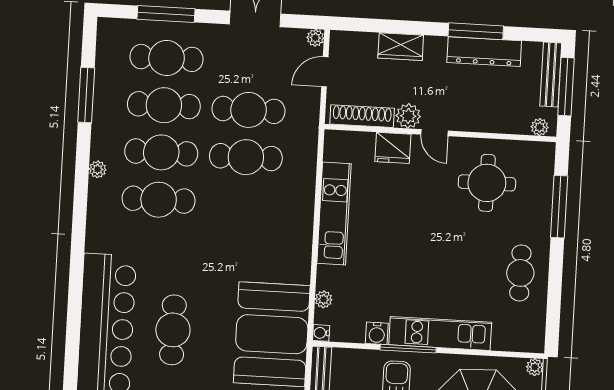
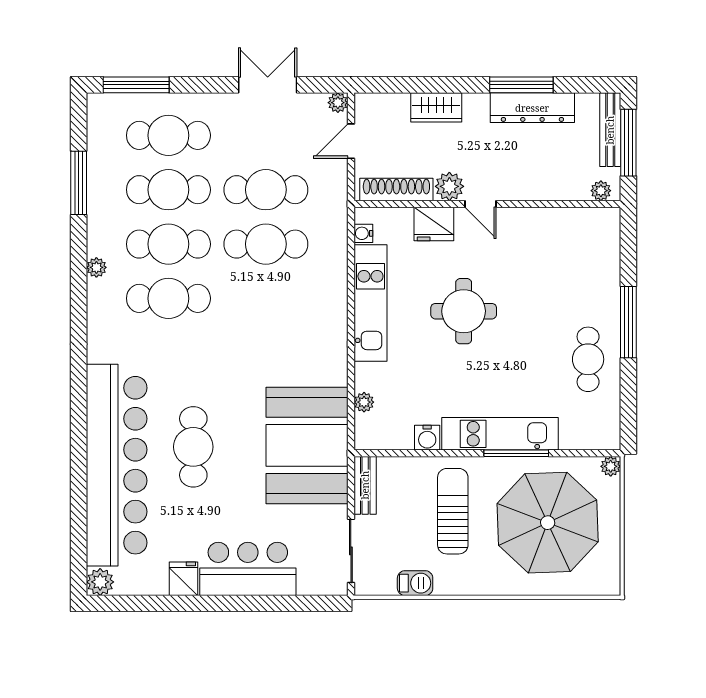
window: (166, 14) -> (136, 85), moved
round table: (487, 183) -> (464, 311), moved
window: (559, 207) -> (628, 322), moved
water cooler: (321, 333) -> (363, 233), moved
window: (408, 349) -> (516, 453), moved

